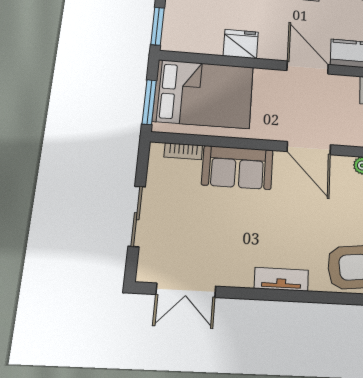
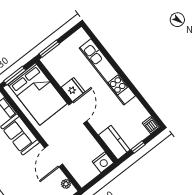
door: (308, 68) -> (78, 113), moved

